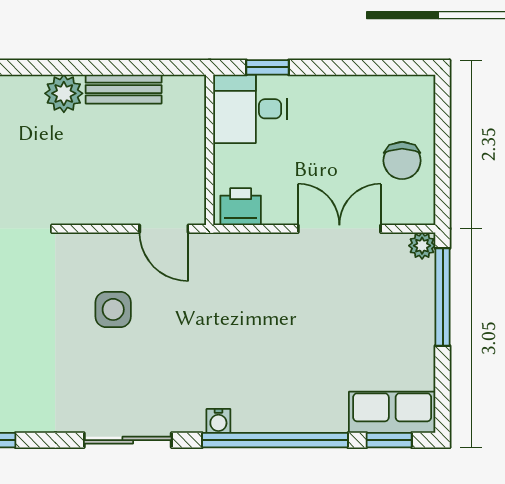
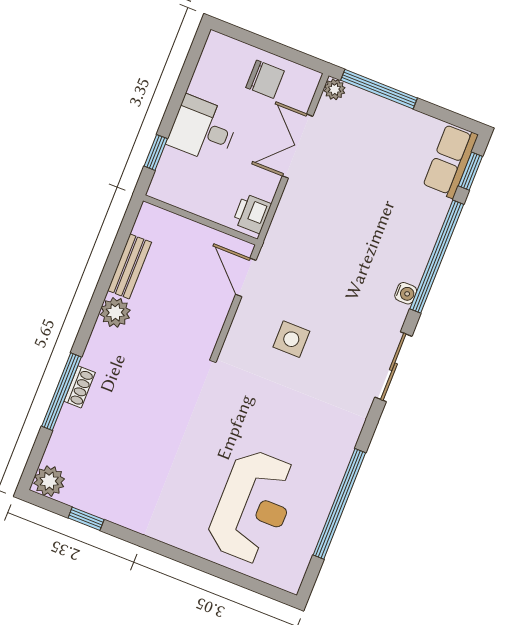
desk: (250, 109) -> (203, 129), moved, turned 90
door: (164, 229) -> (246, 277), swing flipped

